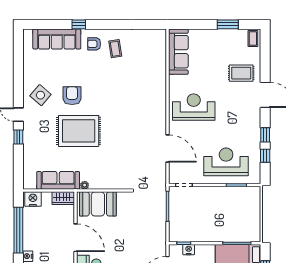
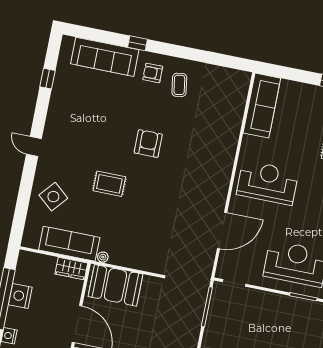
side table: (40, 95) -> (53, 197), moved
armchair: (72, 96) -> (148, 143), moved
rug: (79, 131) -> (109, 184), width x0.54, depth x0.49
window: (18, 137) -> (47, 79), moved
door: (168, 148) -> (222, 230), hinge flipped
nightstand: (33, 199) -> (20, 296), moved, turned -90

